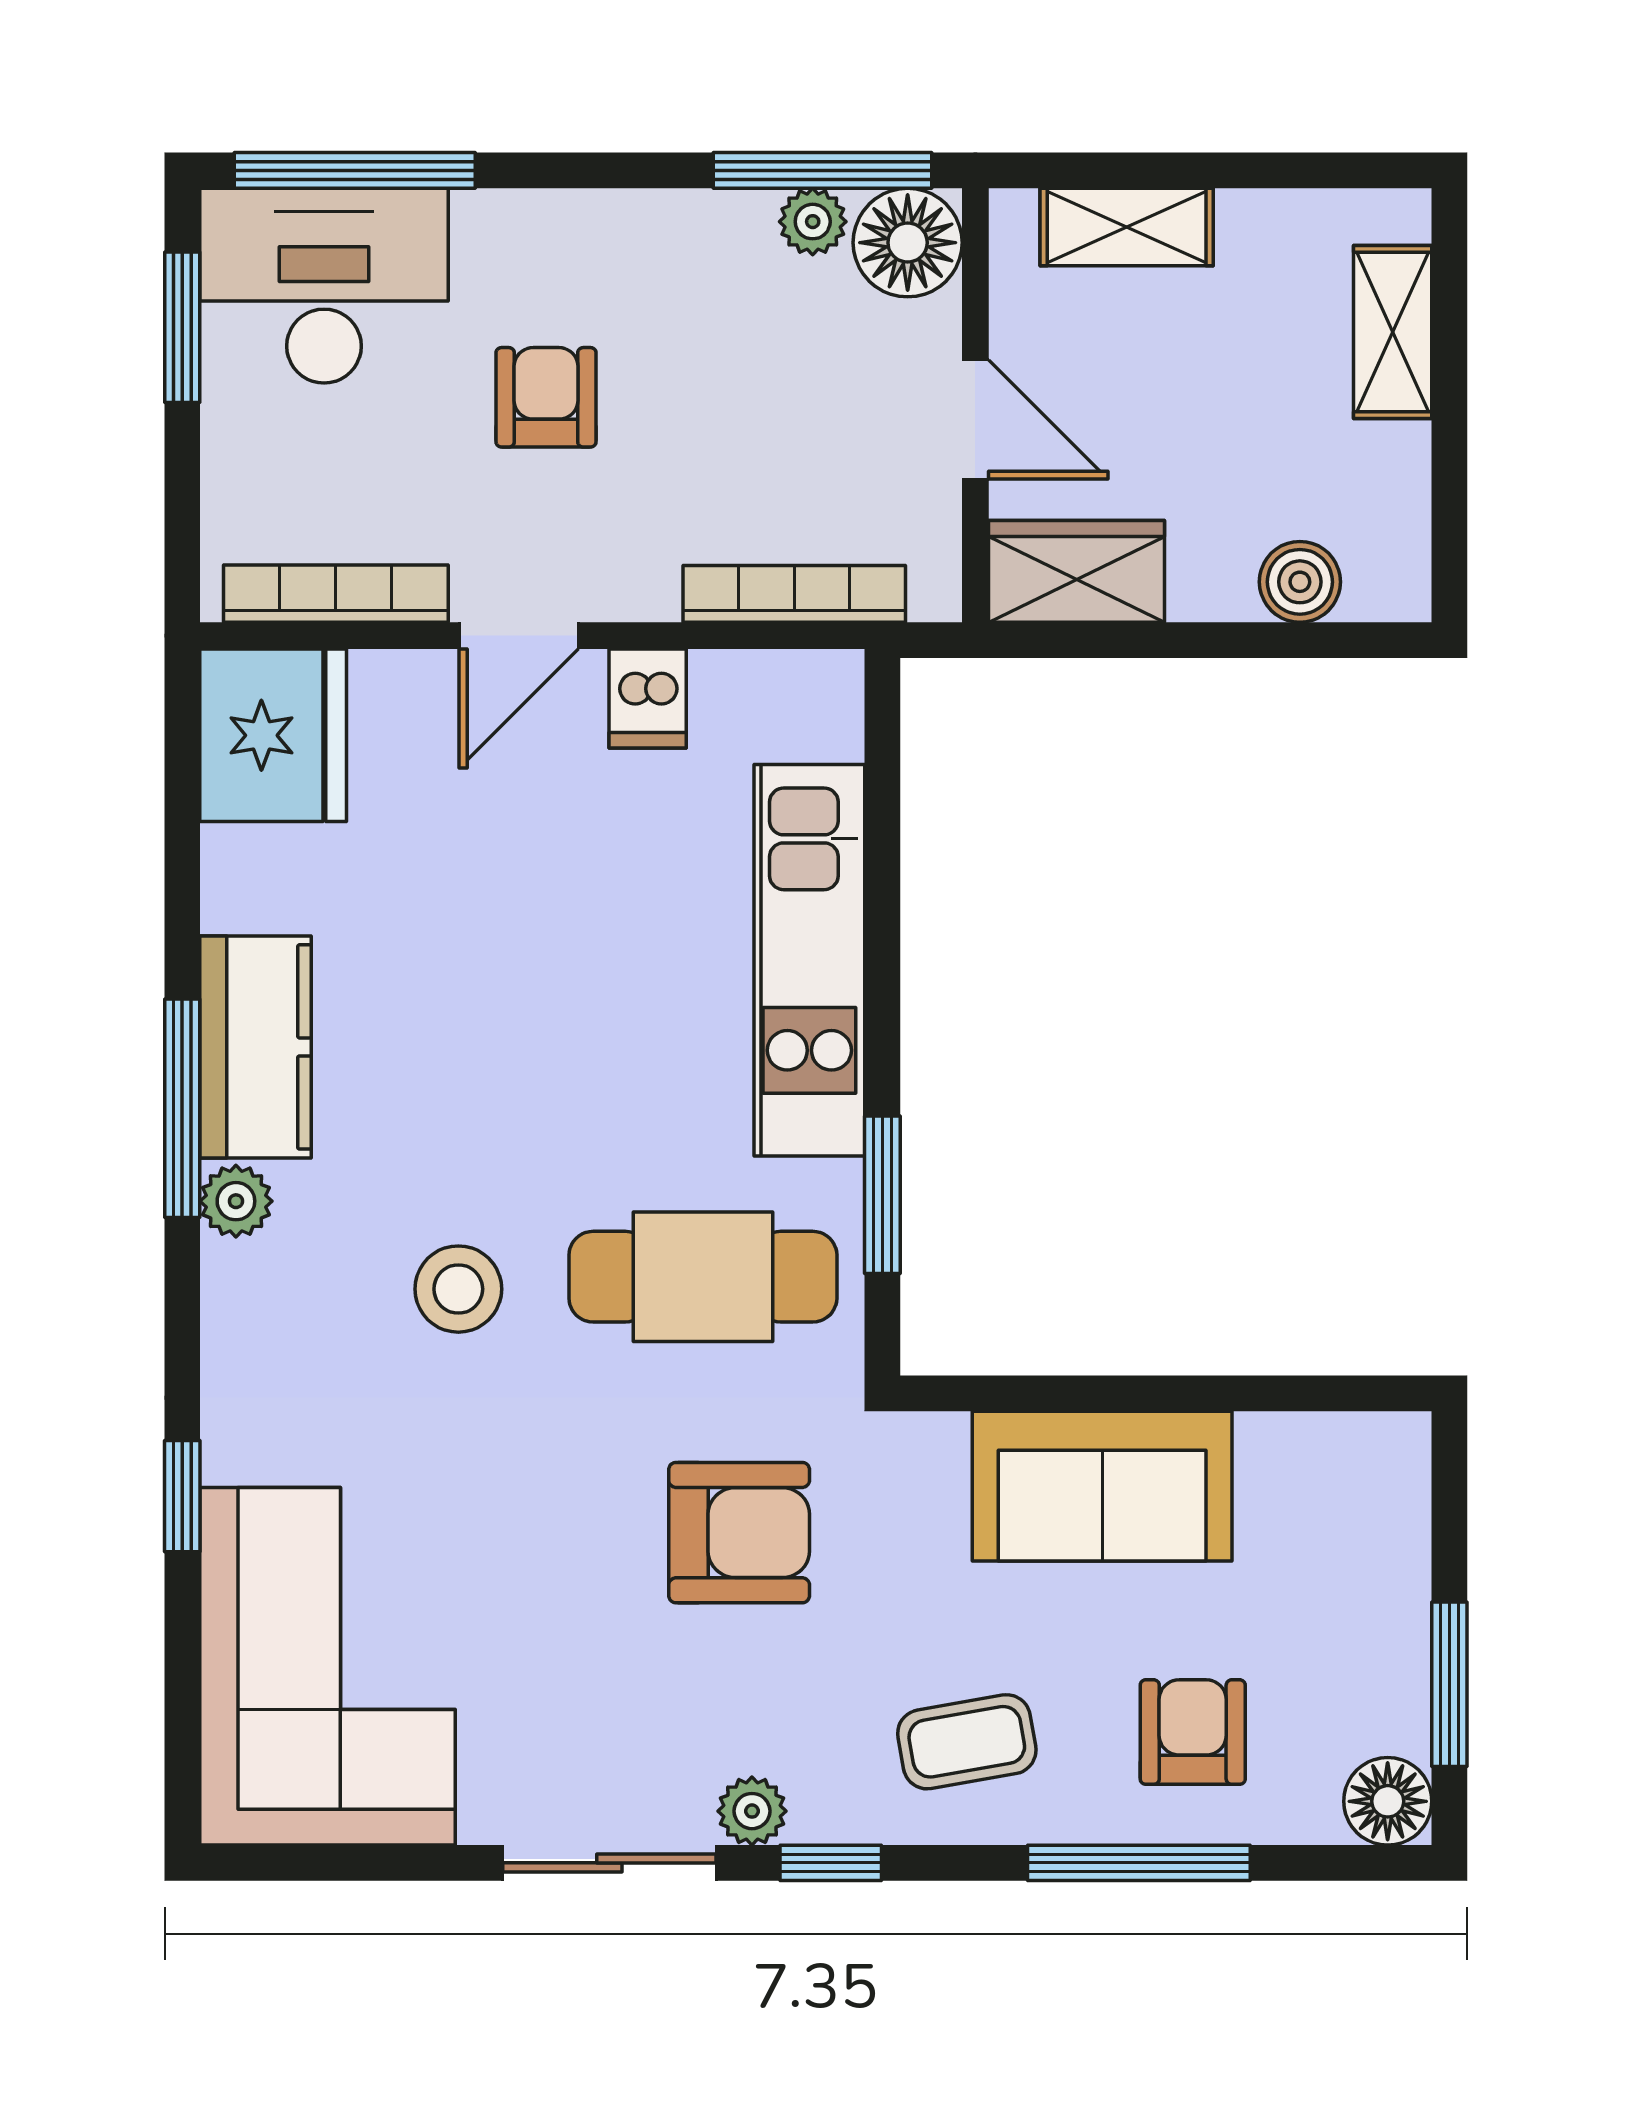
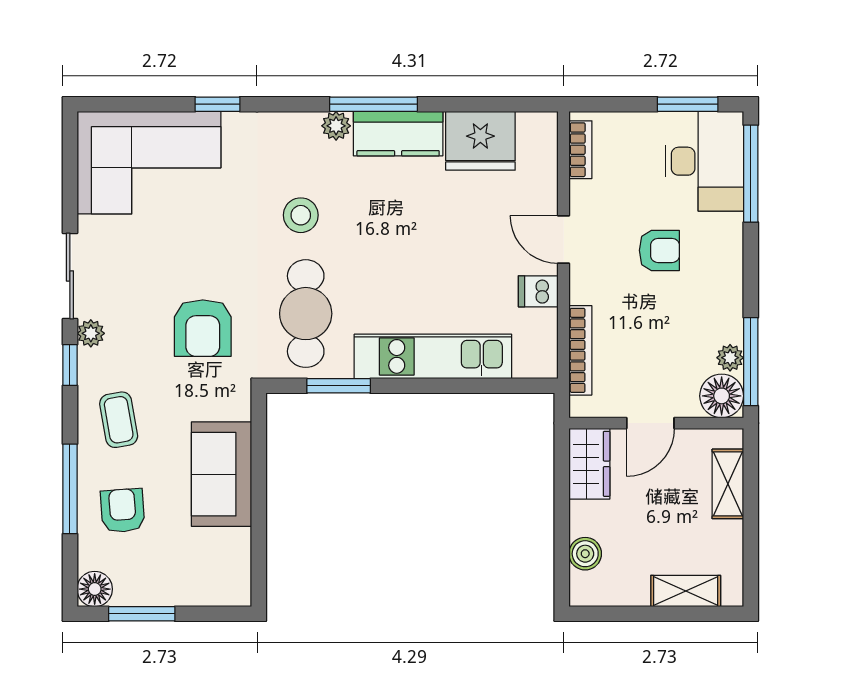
bookcase: (336, 594) -> (580, 150), width x0.64
fridge: (273, 735) -> (480, 141), moved
armchair: (1193, 1732) -> (123, 511), turned -94

